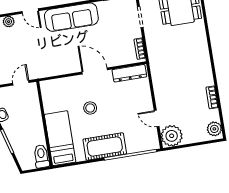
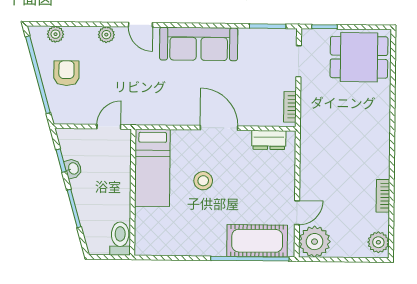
dresser: (129, 73) -> (269, 140), width x0.70
door: (157, 118) -> (297, 213), swing flipped
bed: (60, 138) -> (152, 168), moved, turned 180
cot: (105, 146) -> (257, 241), moved

